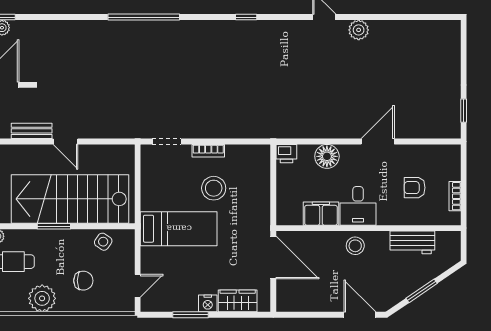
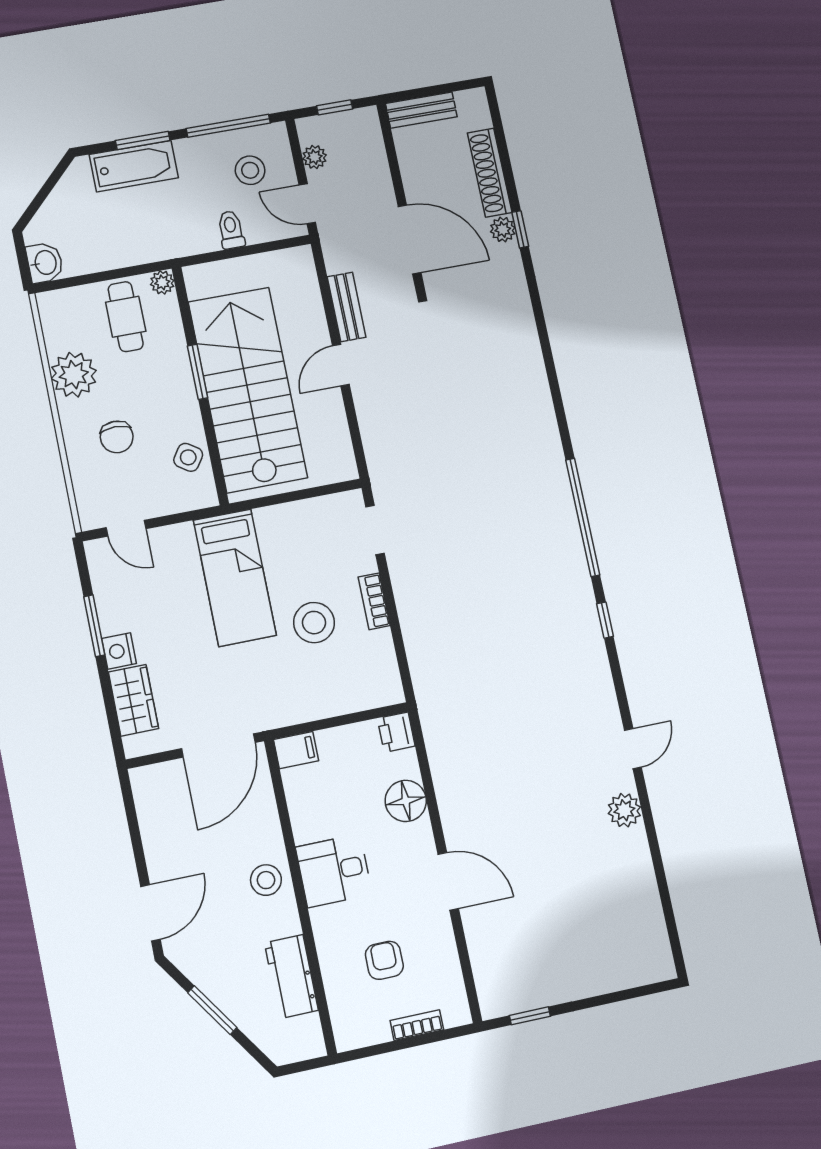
window: (144, 17) -> (583, 517), moved
bookcase: (455, 196) -> (417, 1025), moved
filing cabinet: (321, 214) -> (296, 750), moved, width x0.50

